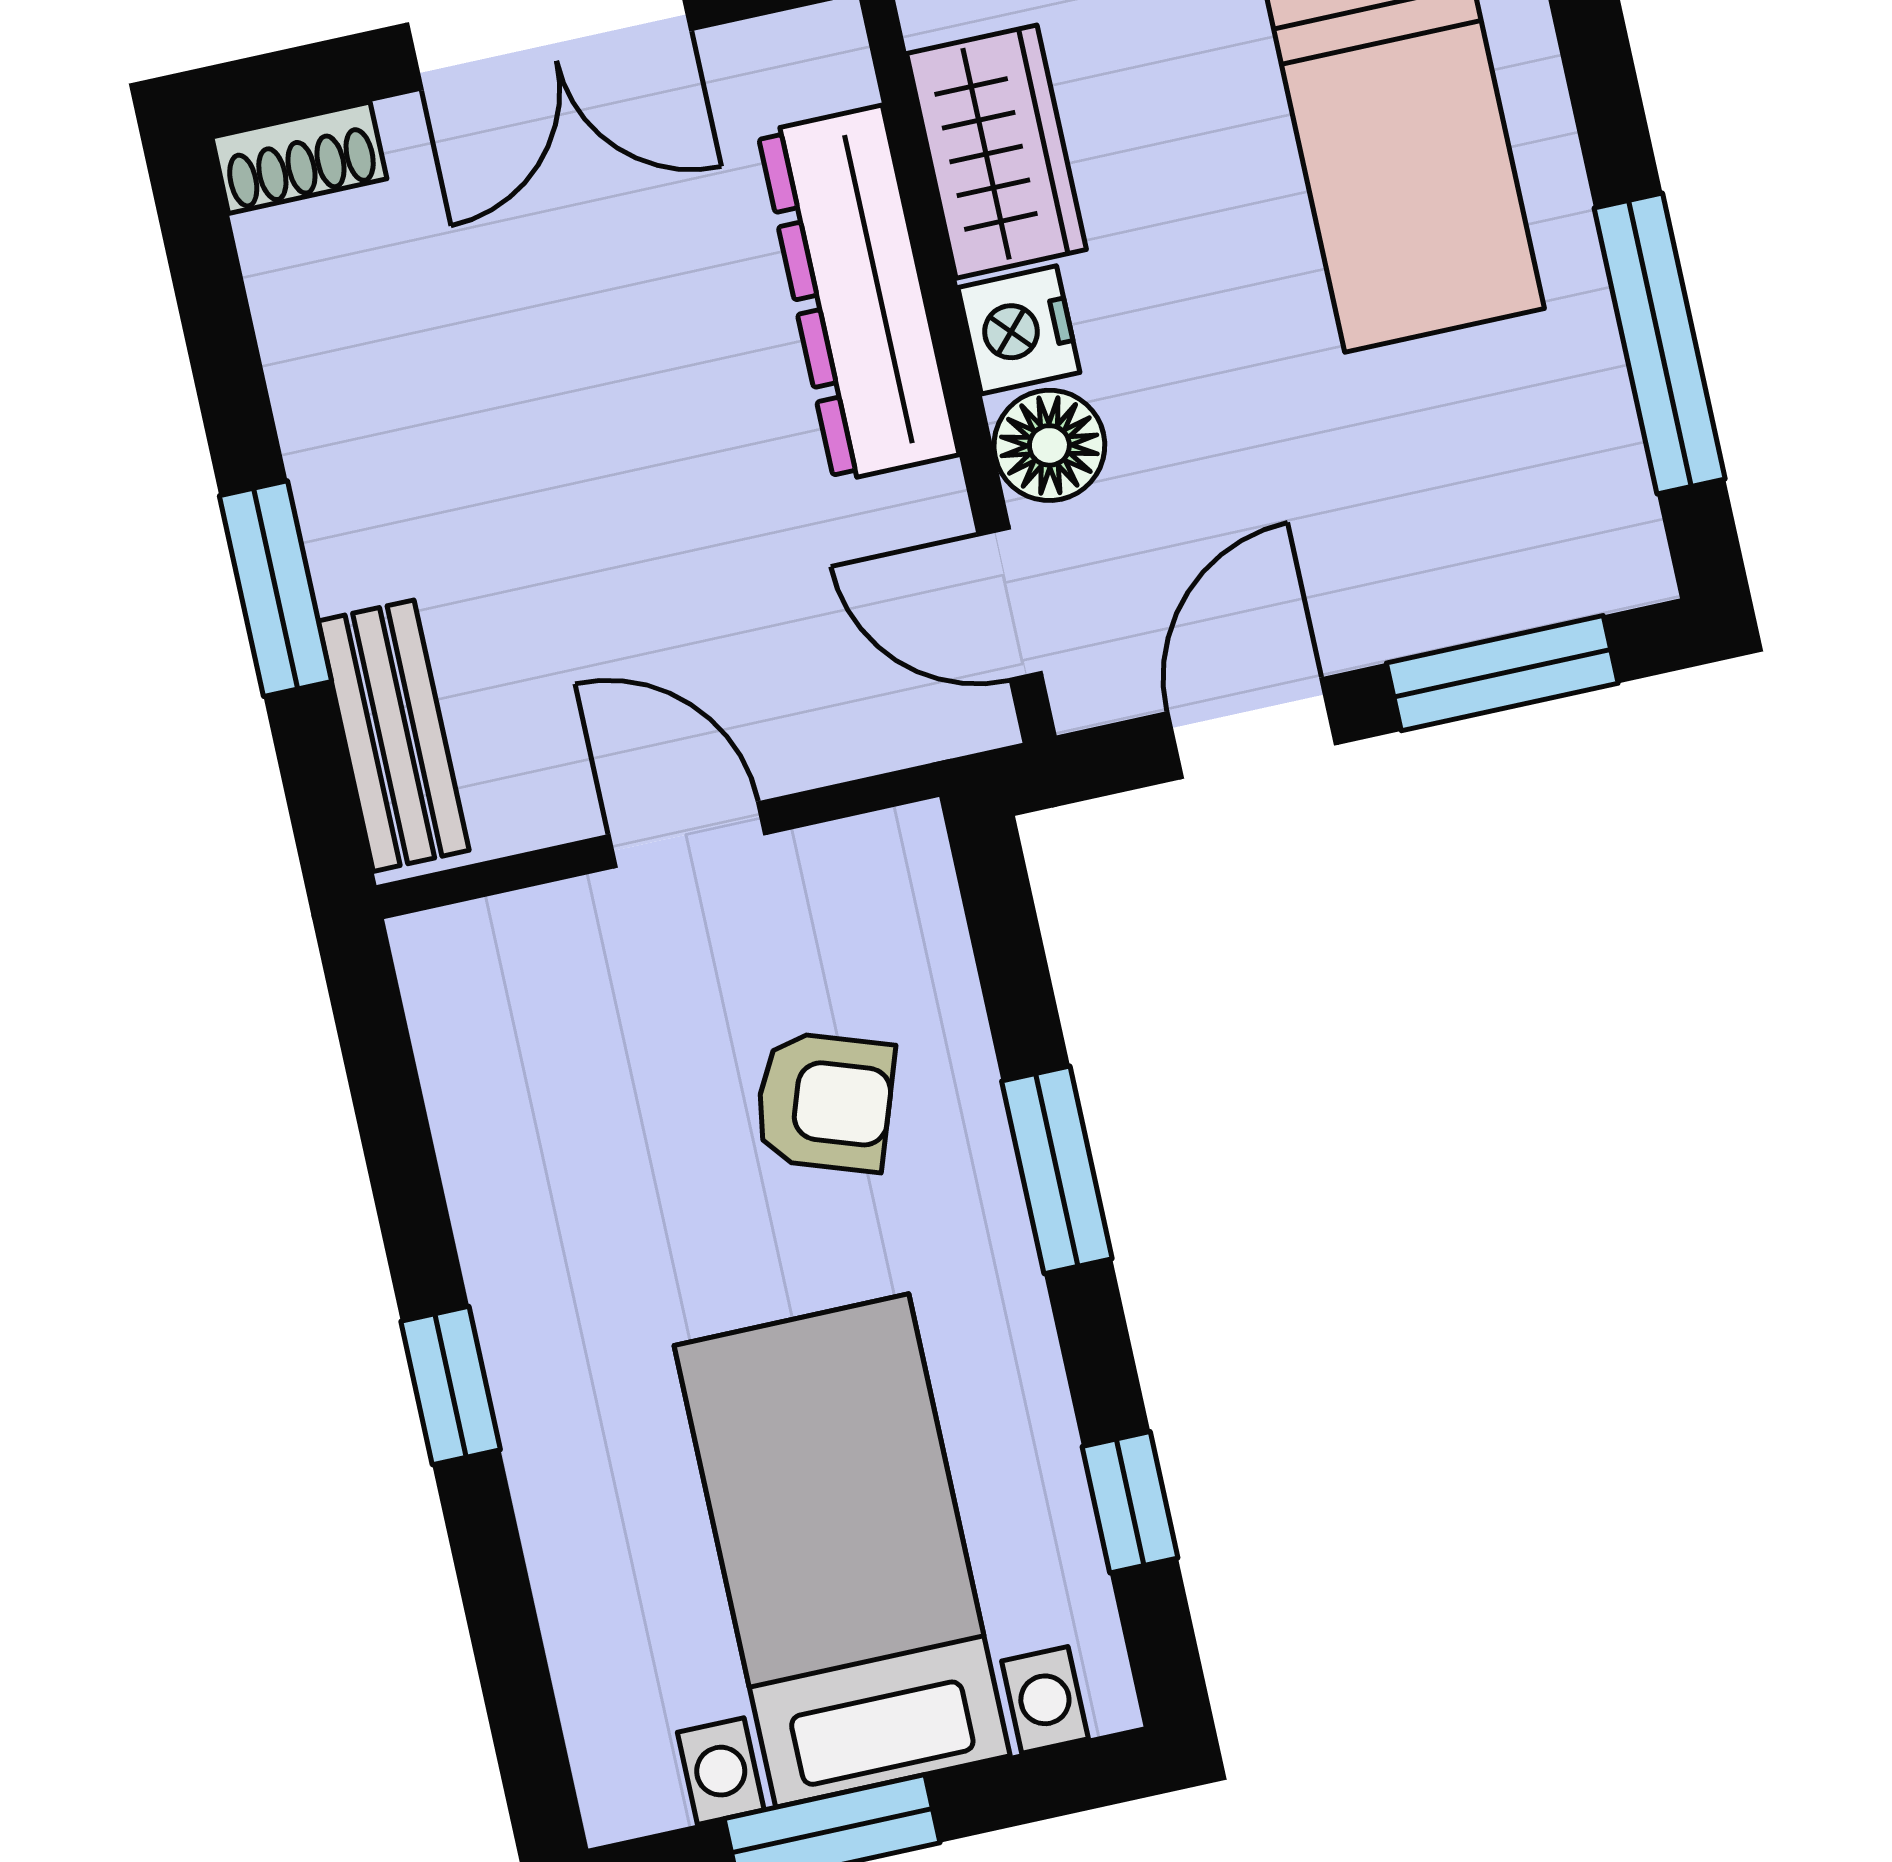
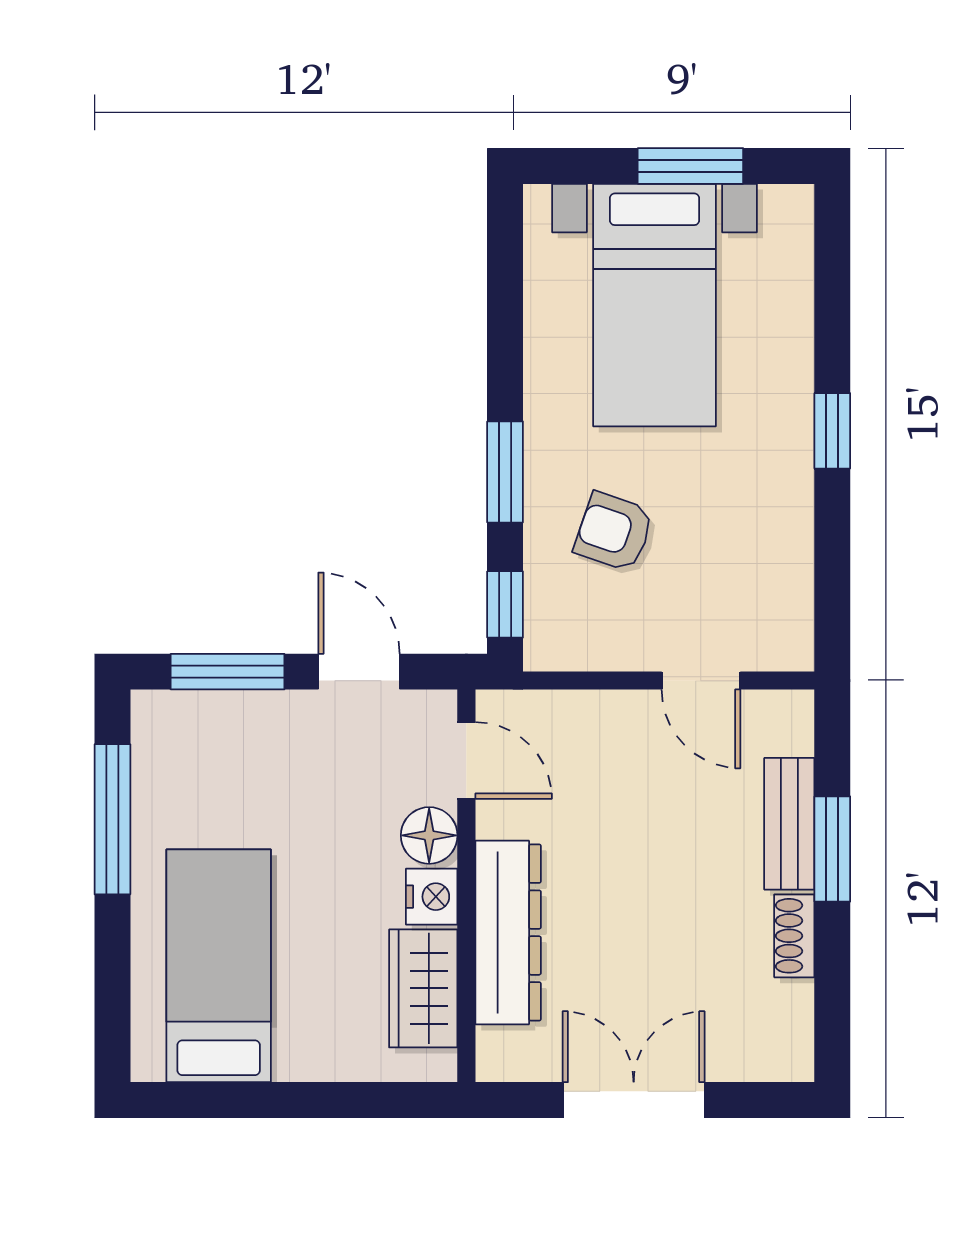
shoe rack: (299, 158) -> (794, 936), moved, turned -90
door: (1252, 728) -> (359, 672), swing flipped
bench: (394, 736) -> (789, 824), moved
door: (687, 835) -> (701, 681), moved
window: (1130, 1502) -> (505, 604), moved

